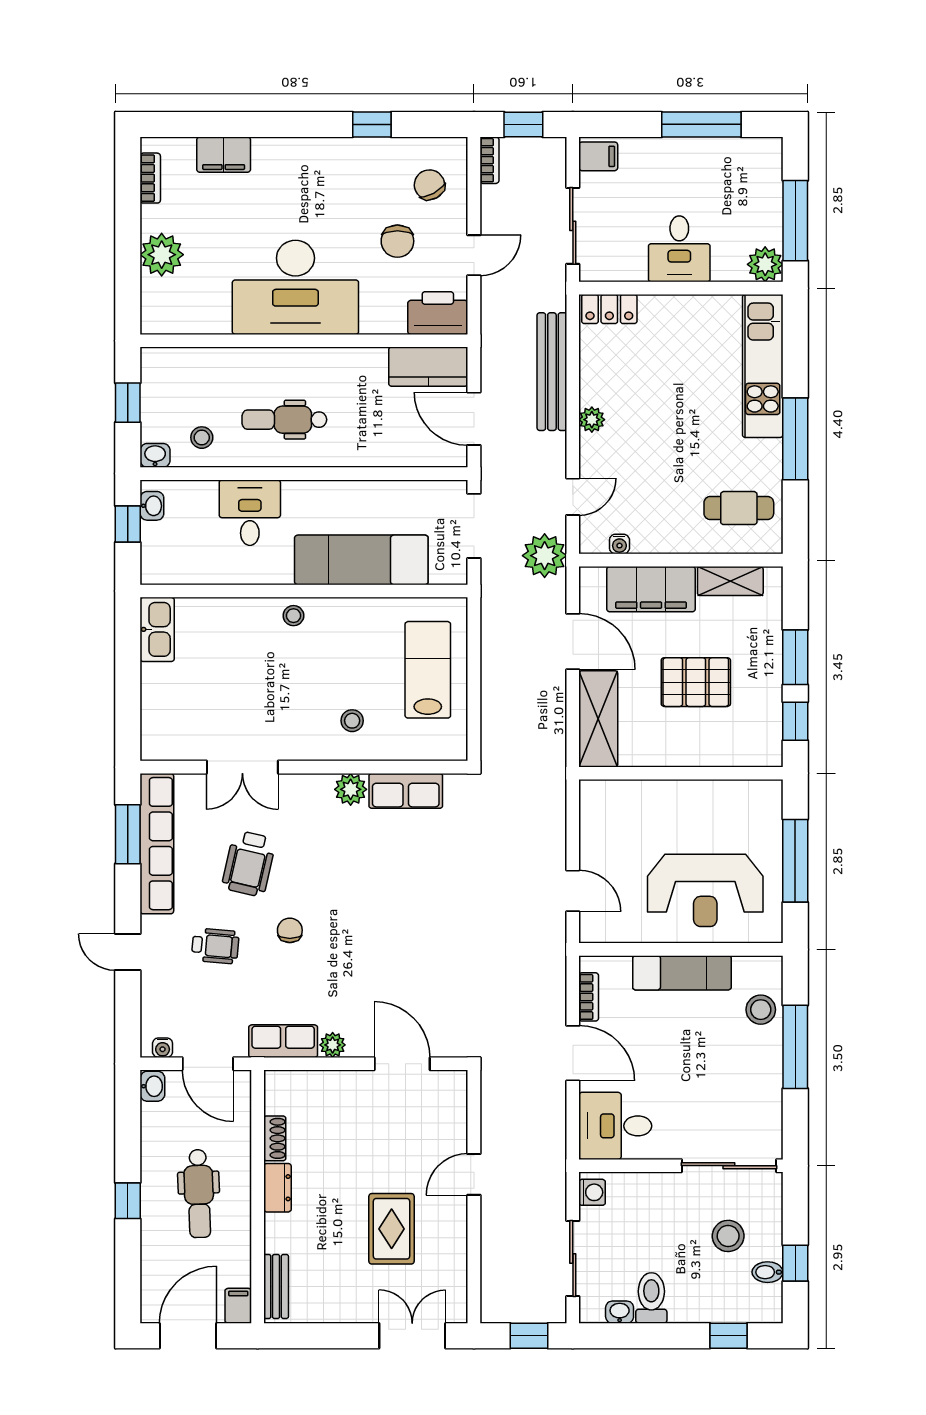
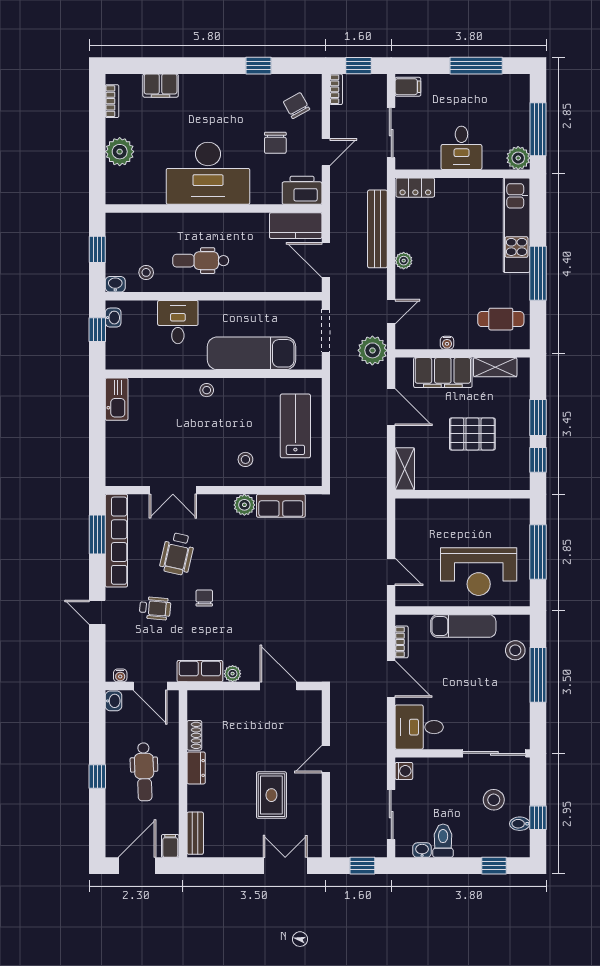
water cooler: (619, 544) -> (447, 343), moved
shelving: (598, 719) -> (405, 469), width x0.67, depth x0.75

